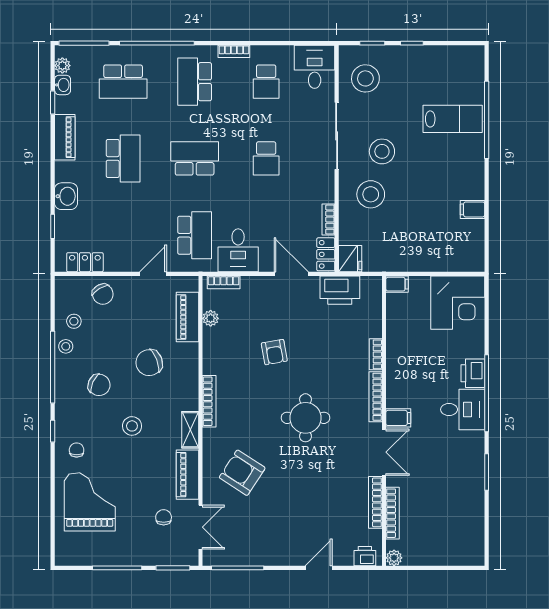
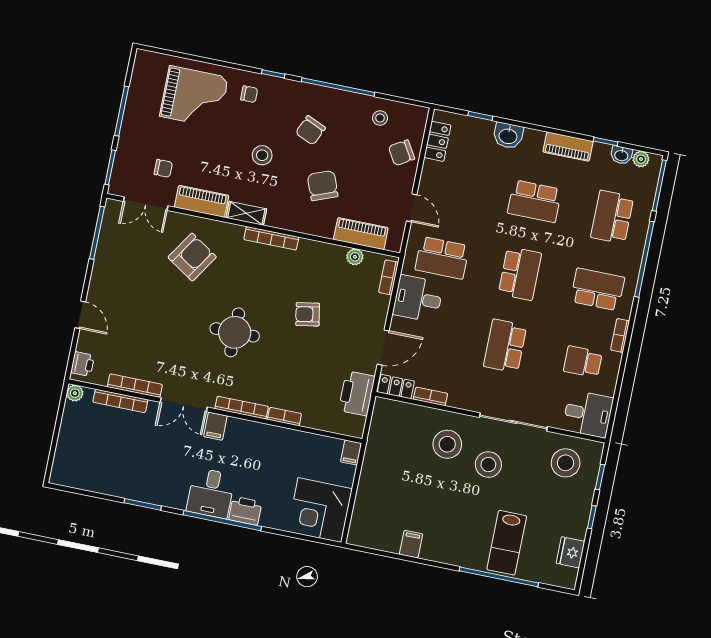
school desk: (266, 158) -> (505, 346), width x1.85
fridge: (350, 259) -> (571, 552), moved, turned 90
stool: (66, 346) -> (356, 105), removed

